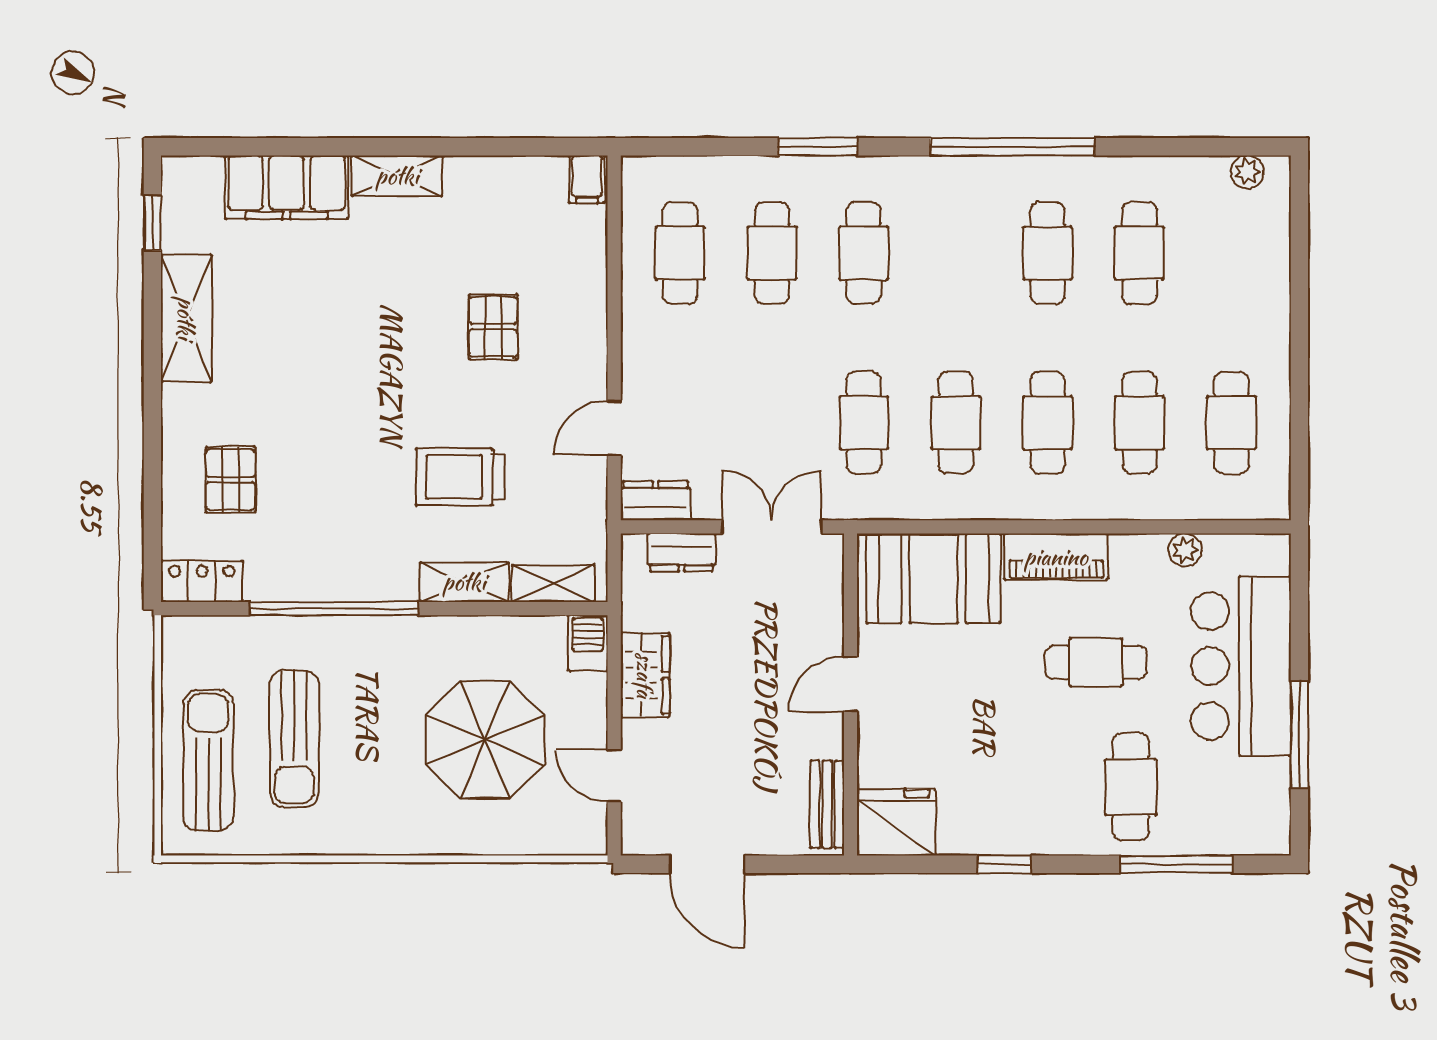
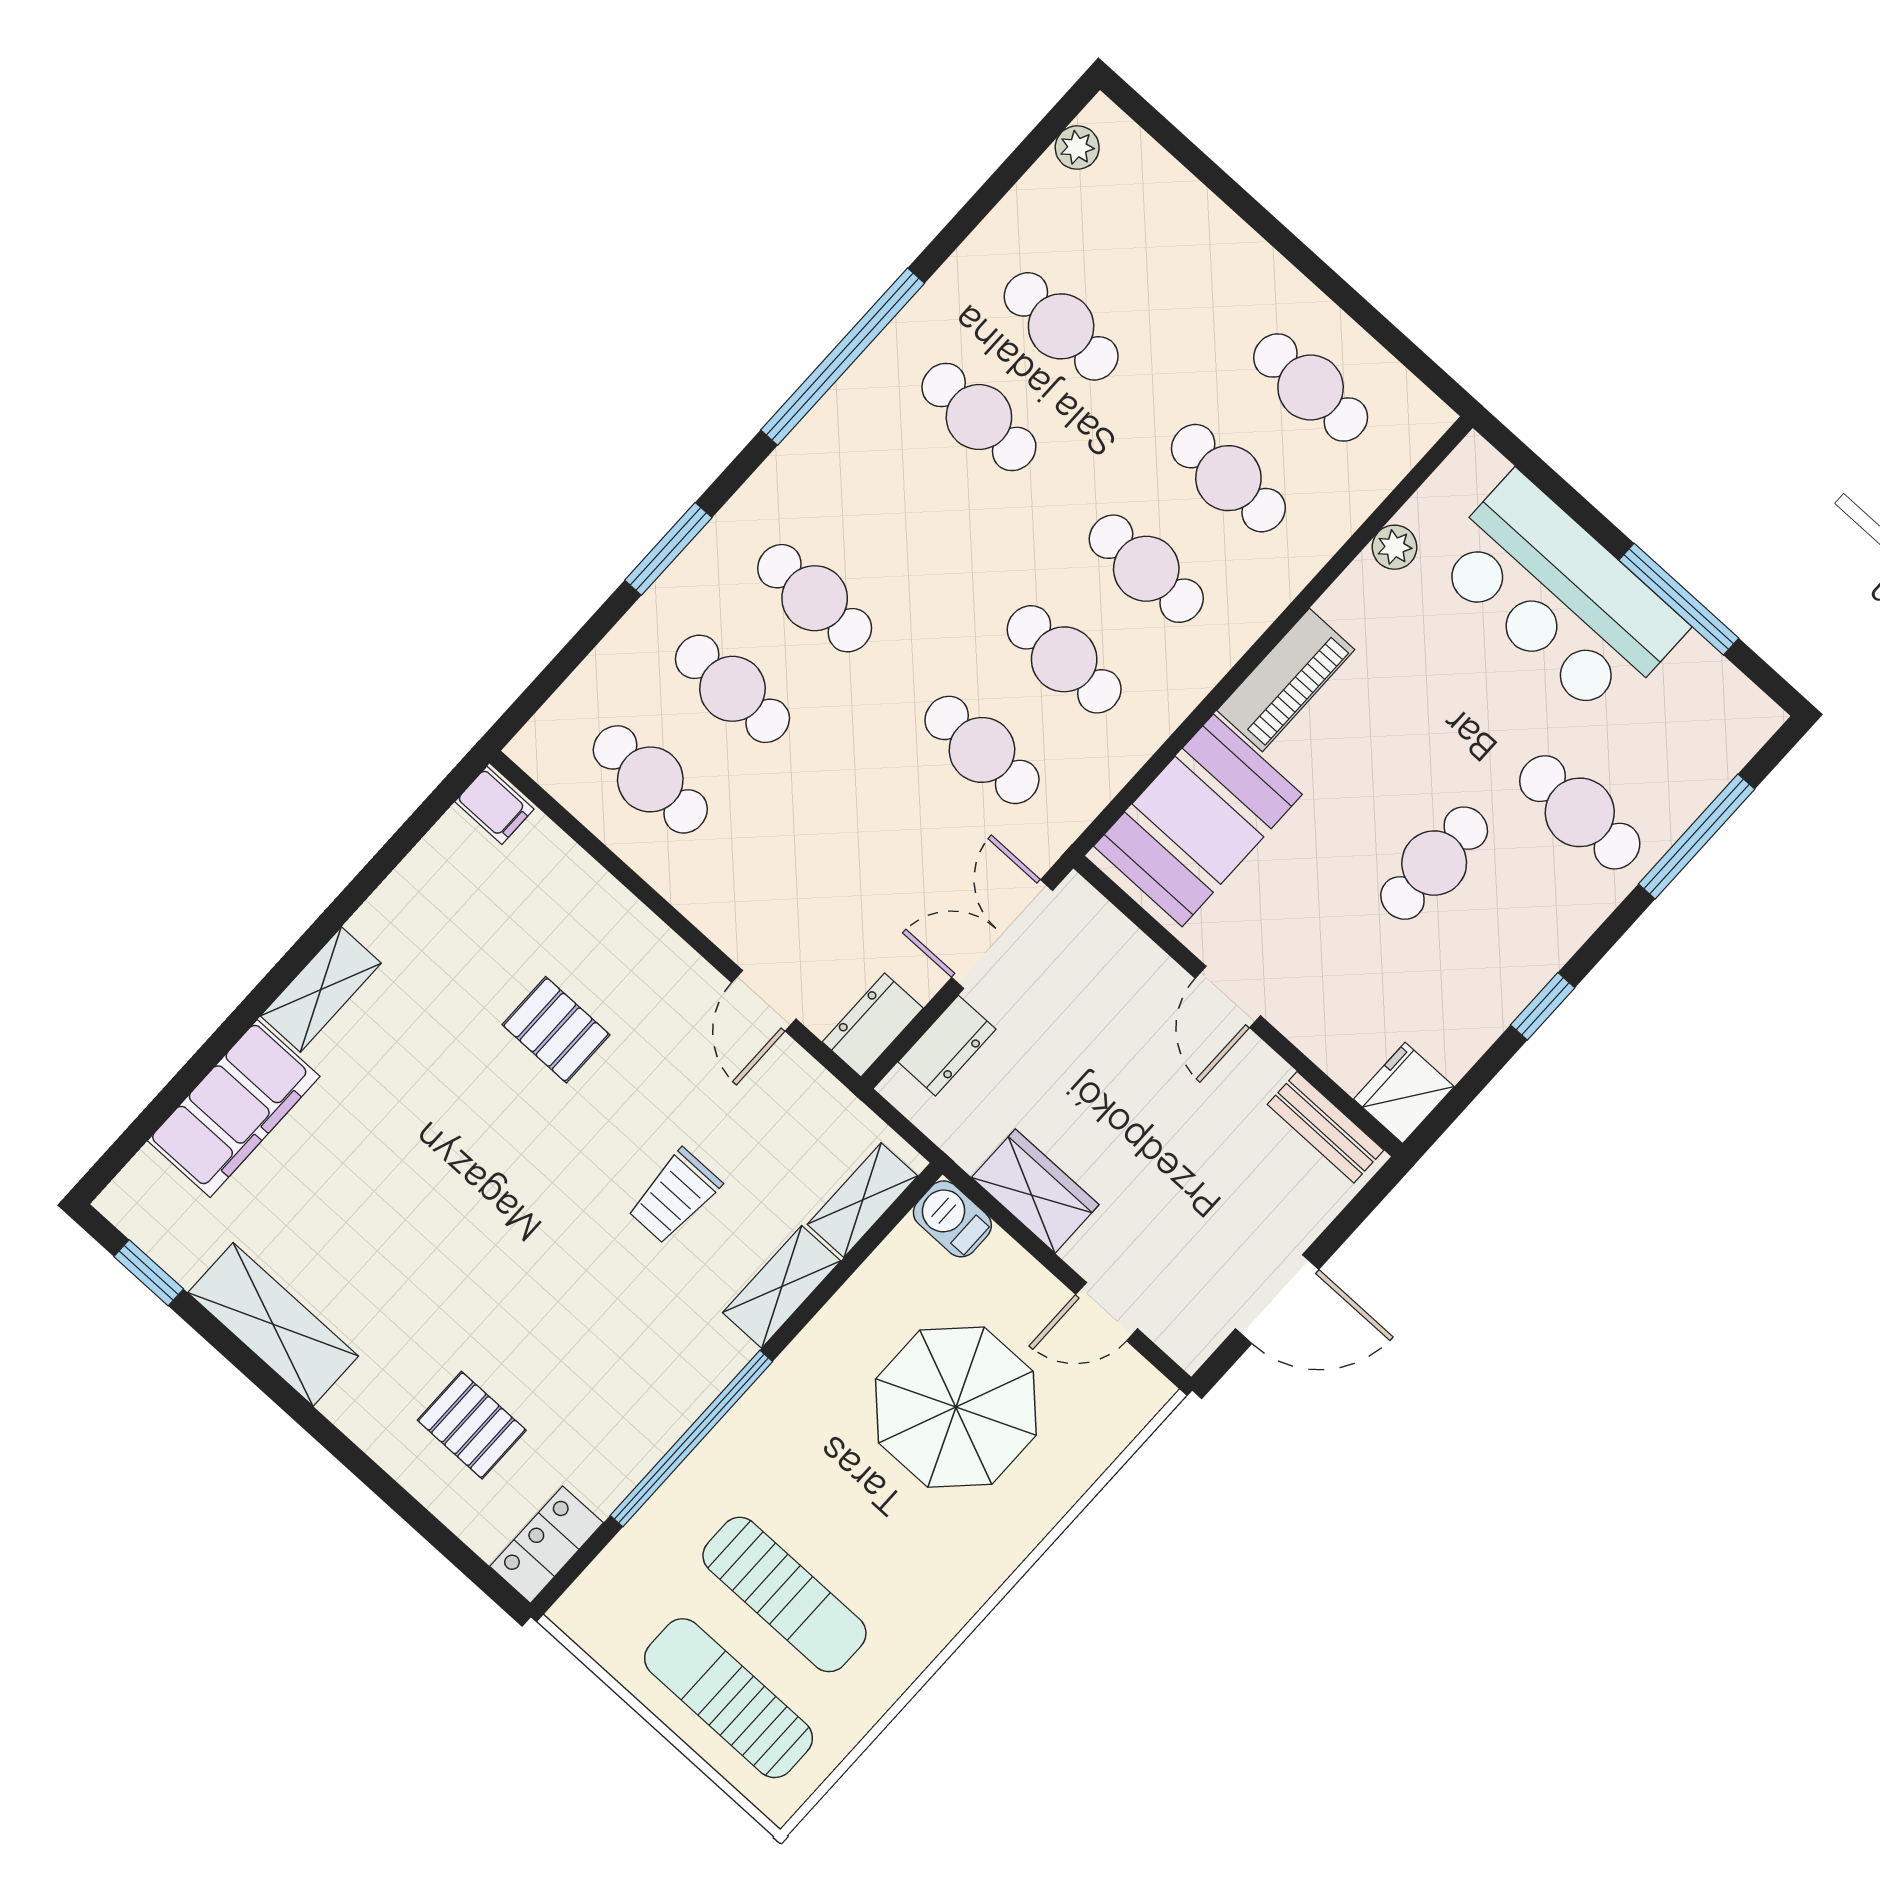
trolley: (460, 477) -> (674, 1196), width x0.73, depth x0.72
cafe table: (1096, 662) -> (1434, 863), moved
fridge: (896, 822) -> (1404, 1093), width x0.73, depth x0.75

